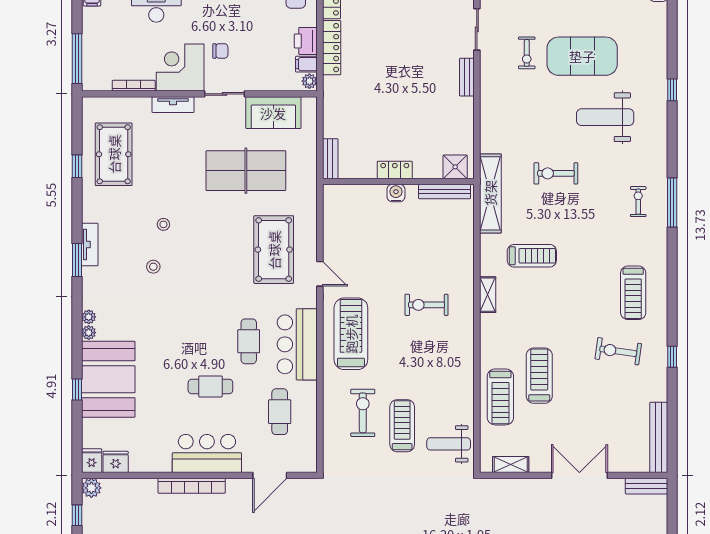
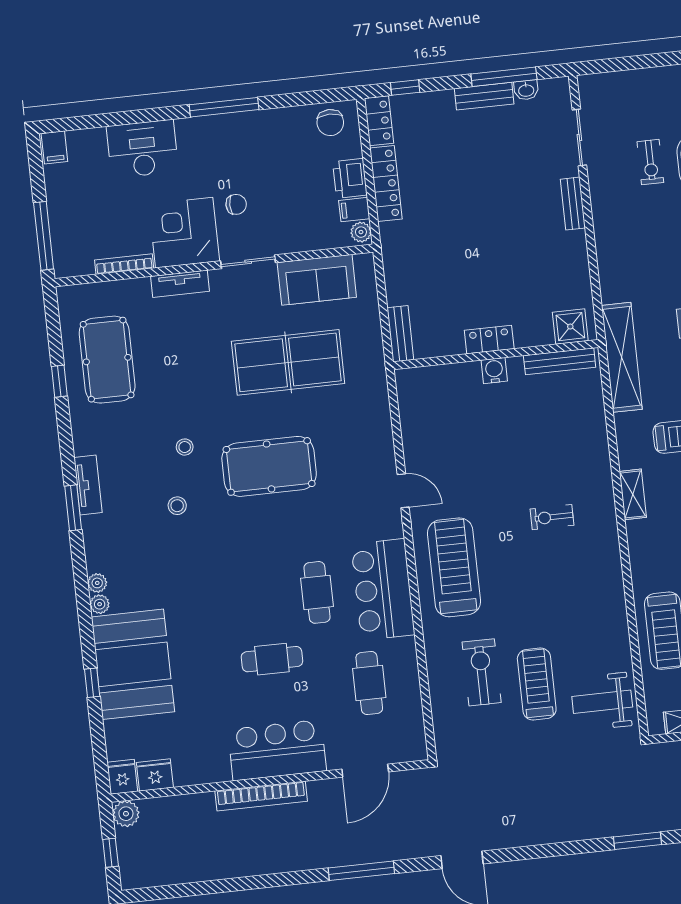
pool table: (274, 250) -> (269, 466), moved, turned 90
exercise bike: (427, 305) -> (552, 517), width x0.73, depth x0.72

